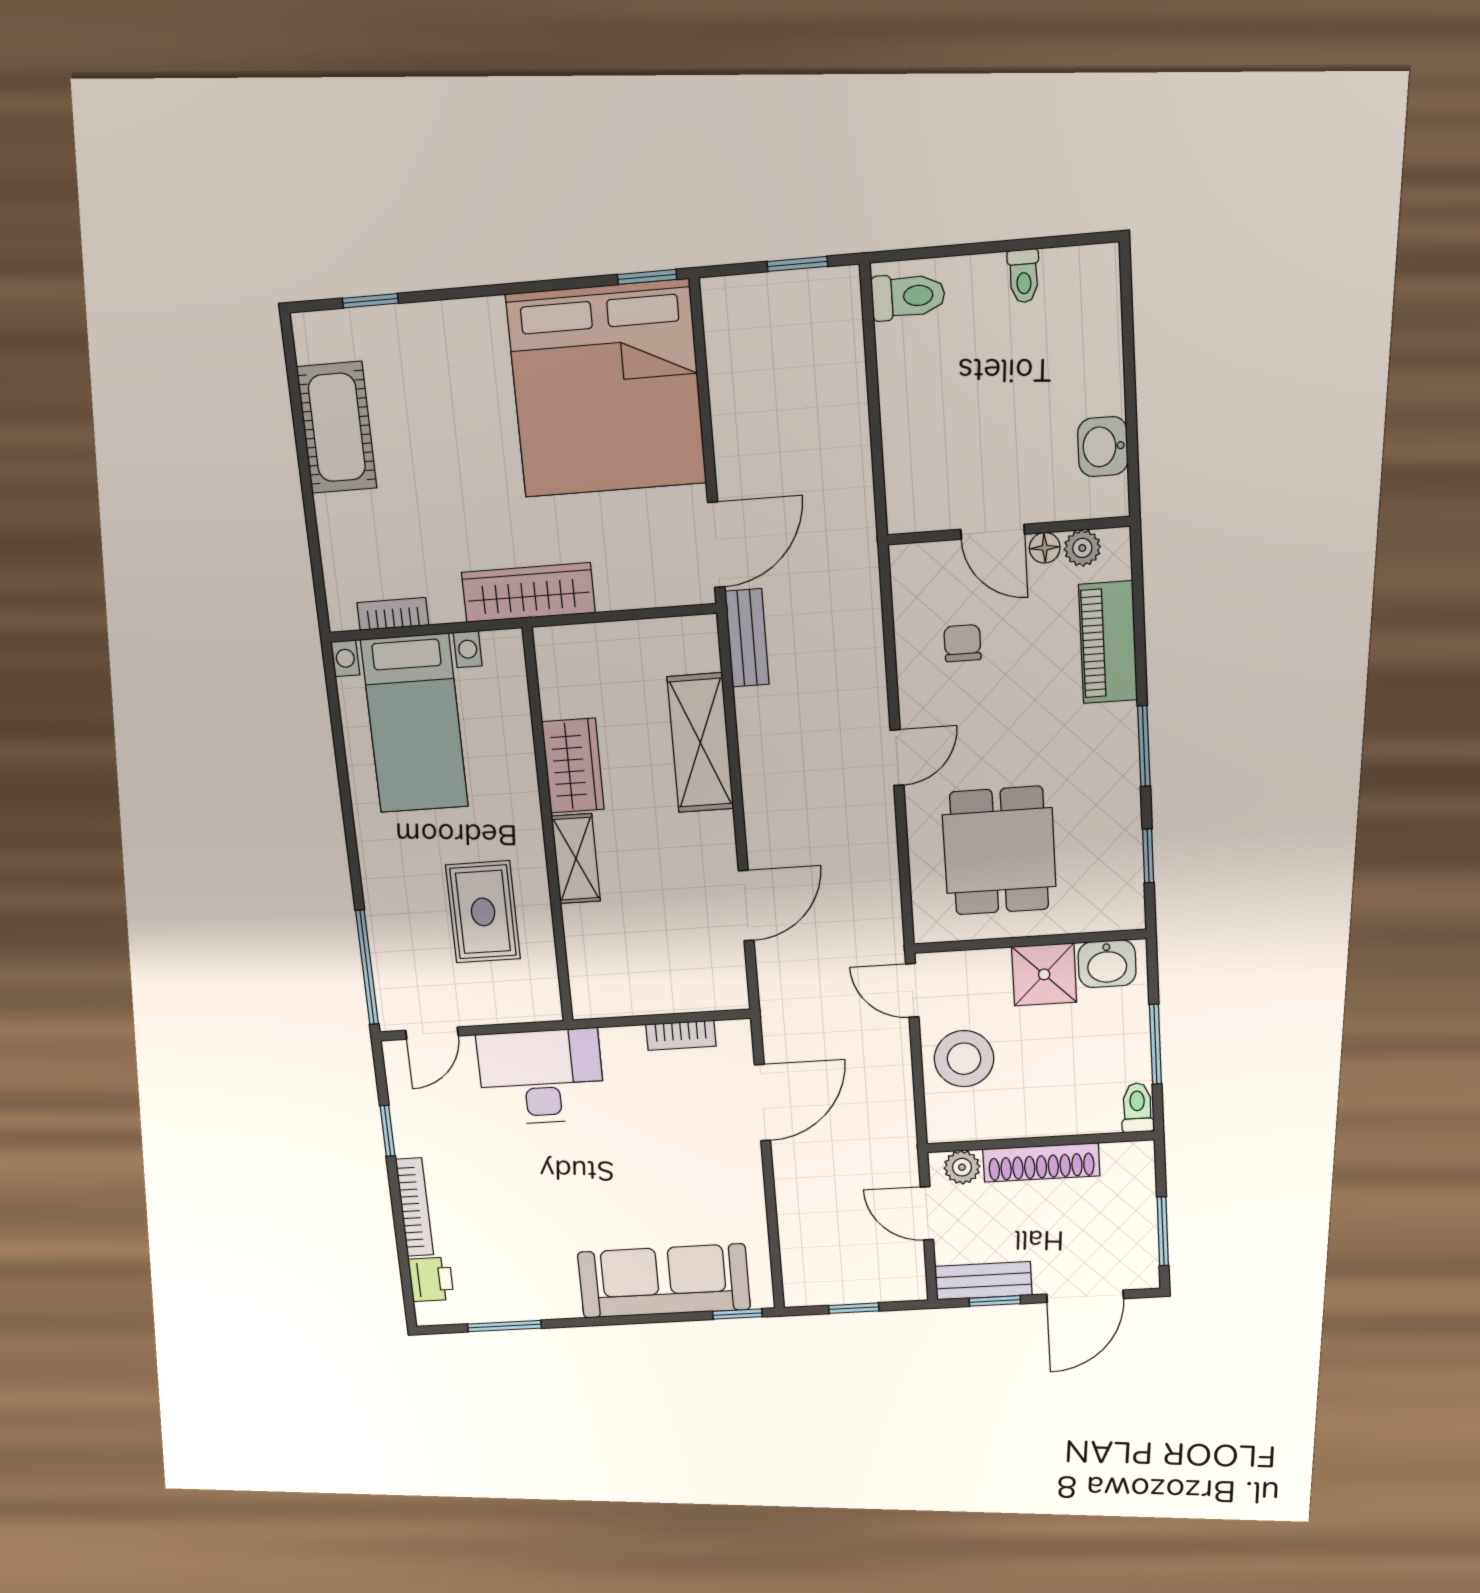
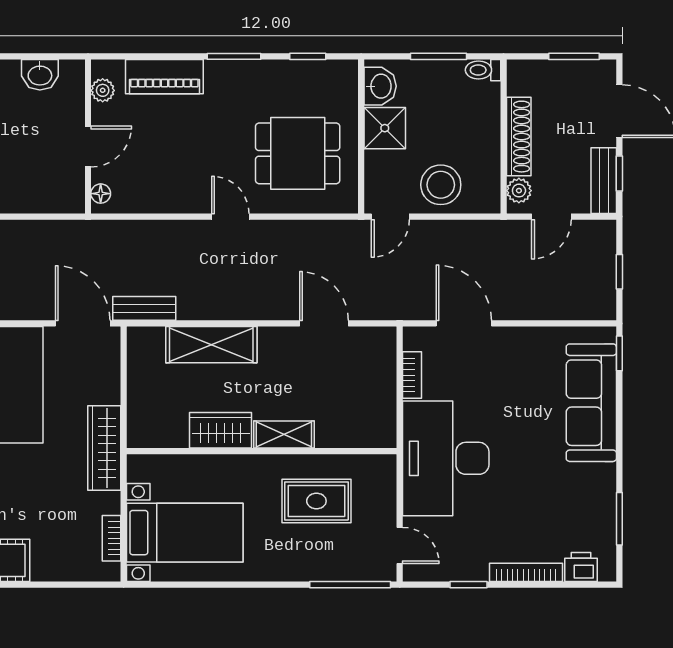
floor lamp: (1045, 548) -> (101, 194), moved
chair: (962, 643) -> (158, 170), removed
desk: (541, 1077) -> (446, 458), width x1.36, depth x1.30

